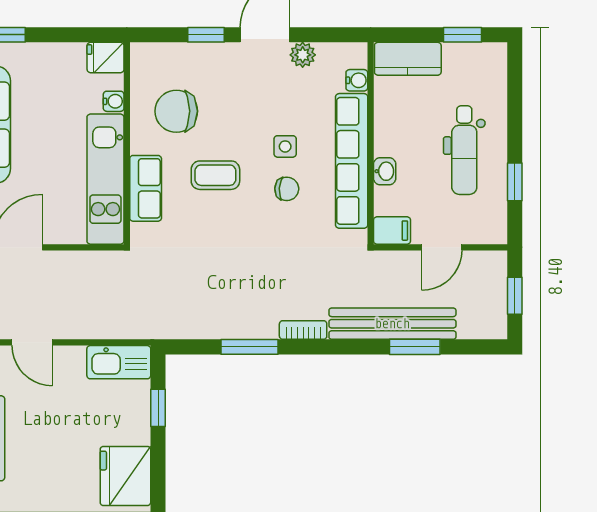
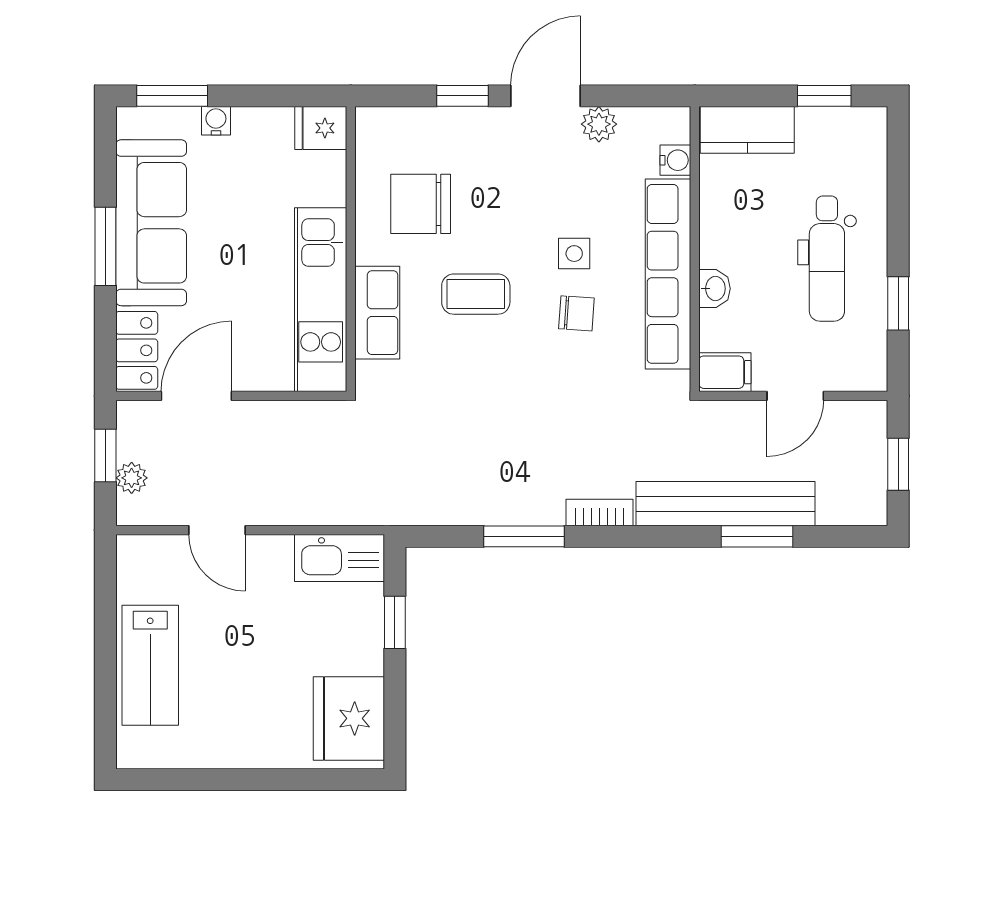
water cooler: (114, 101) -> (216, 121), moved, turned -90

